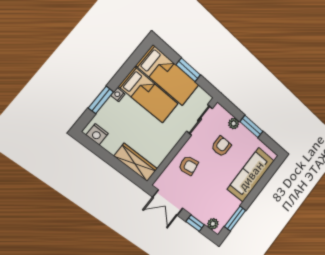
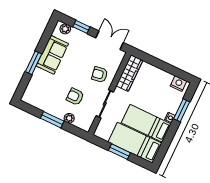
sliding door: (199, 120) -> (105, 104), moved
armchair: (221, 146) -> (75, 97), turned 90
wardrobe: (136, 163) -> (129, 73), moved, turned -90
sofa: (251, 175) -> (52, 55), moved, width x0.73
window: (235, 219) -> (34, 63), moved

